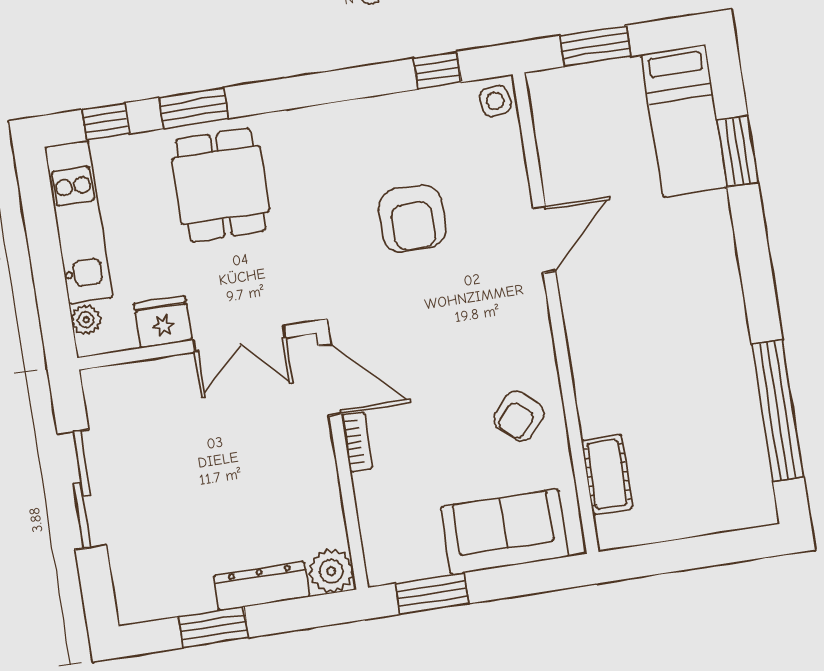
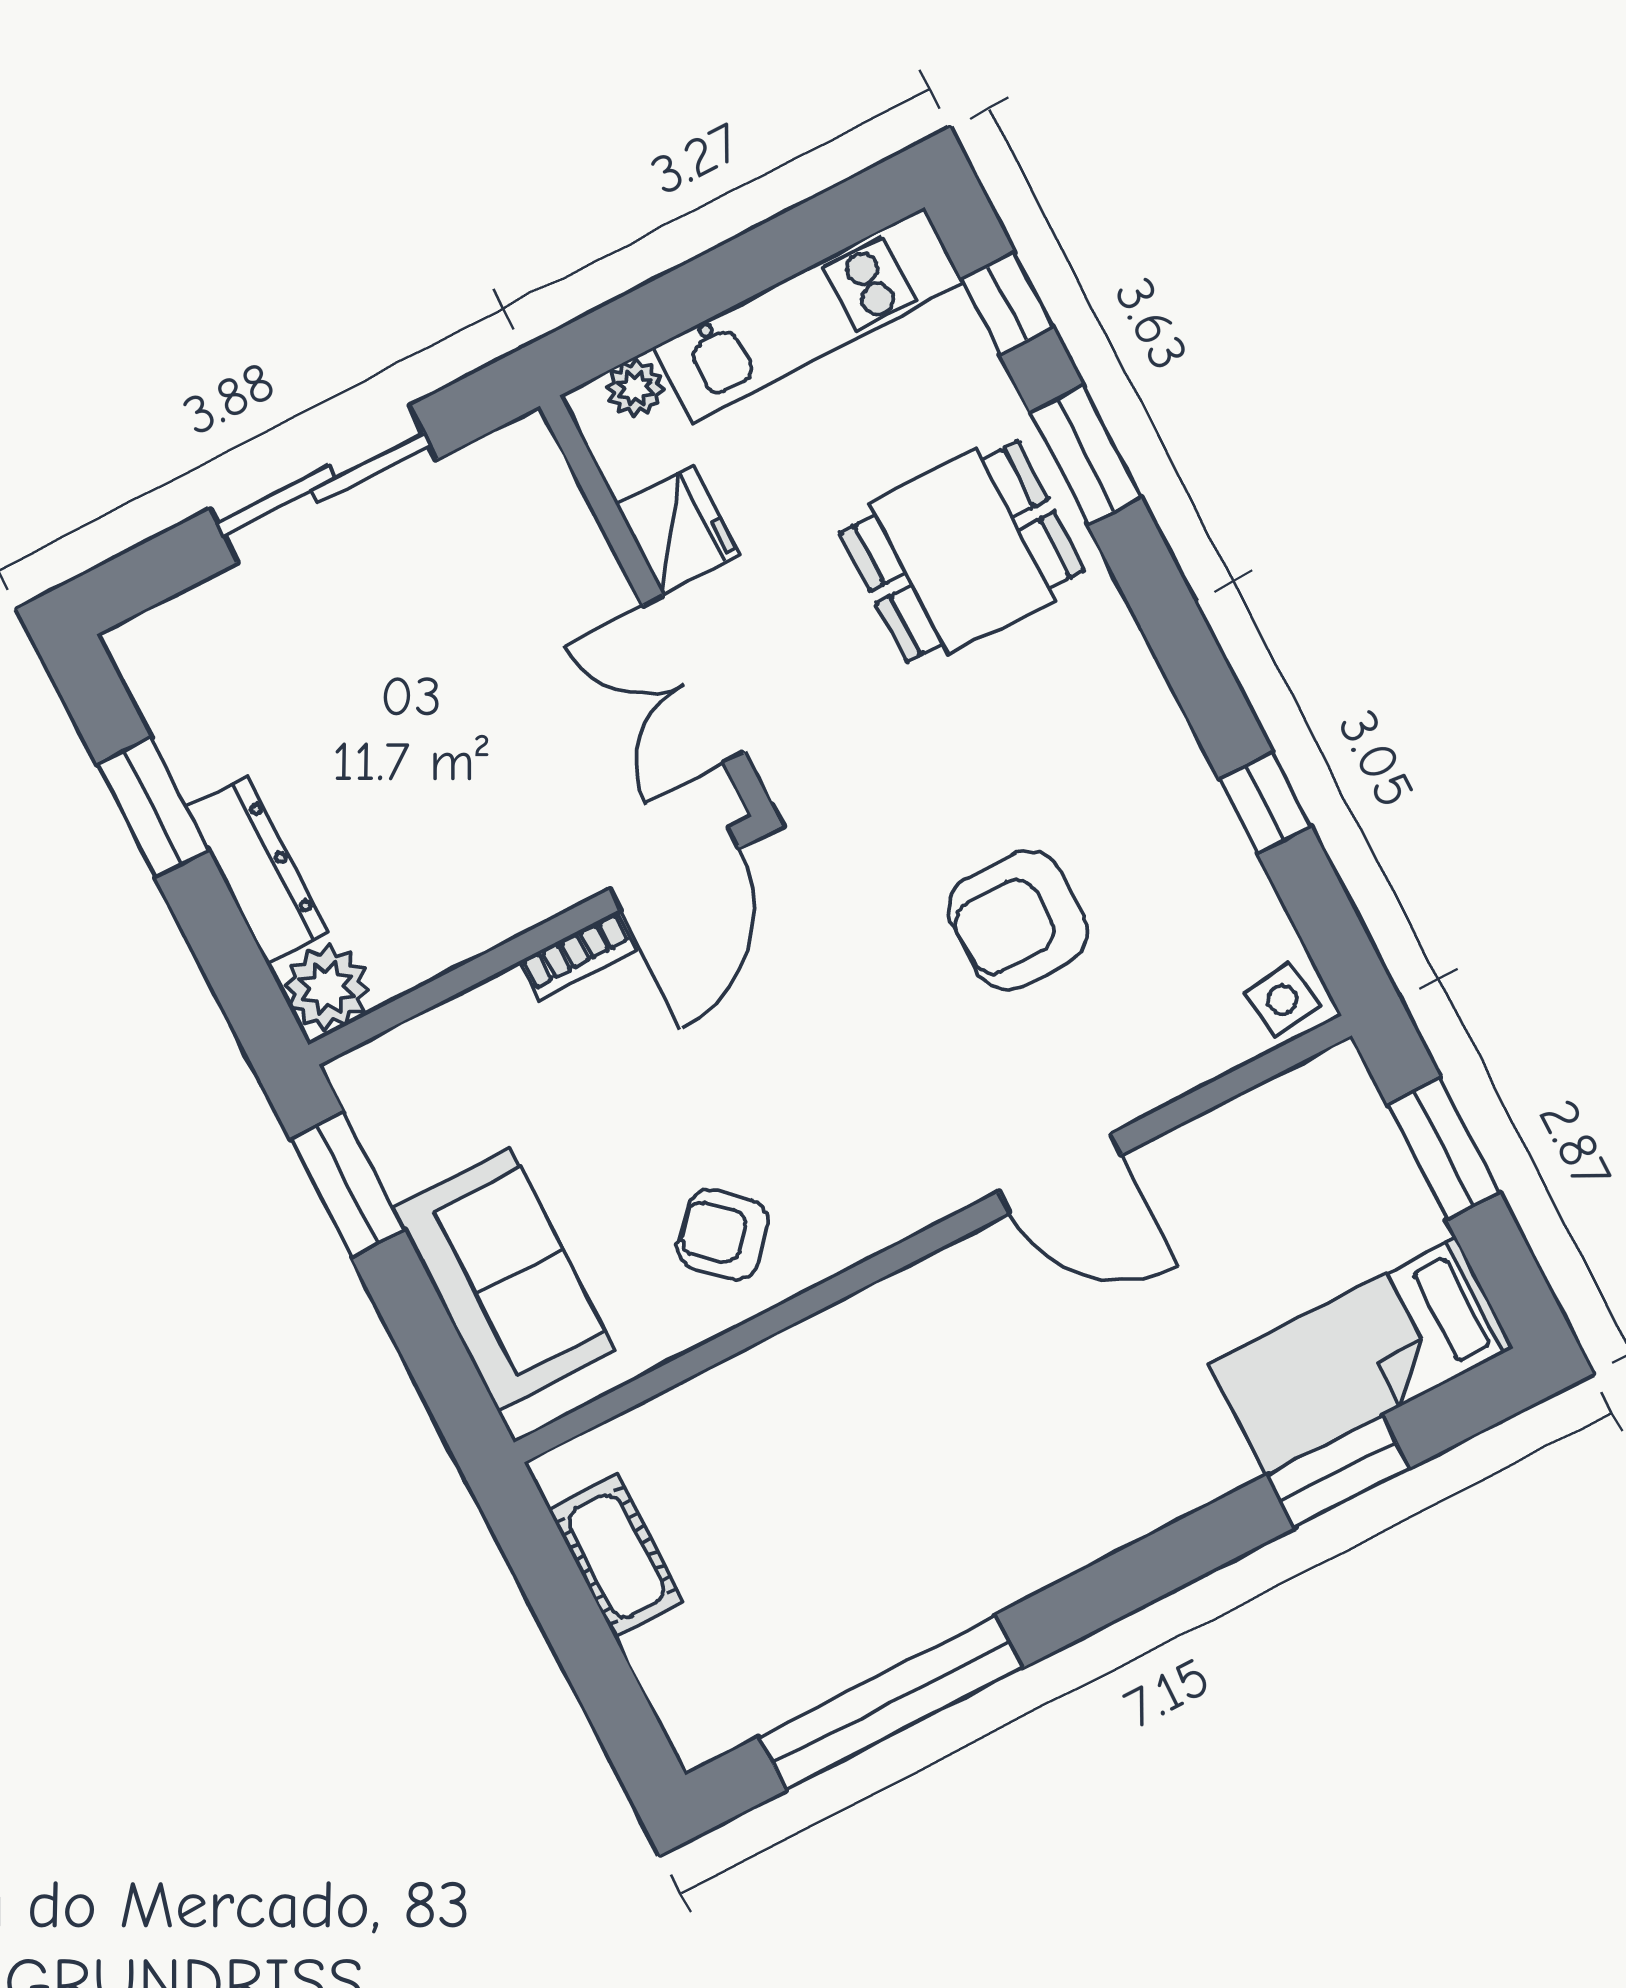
window: (437, 70) -> (1265, 803), moved
cot: (607, 474) -> (616, 1556), moved, turned 90

